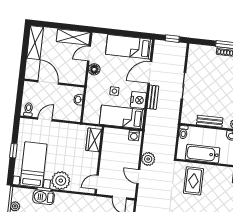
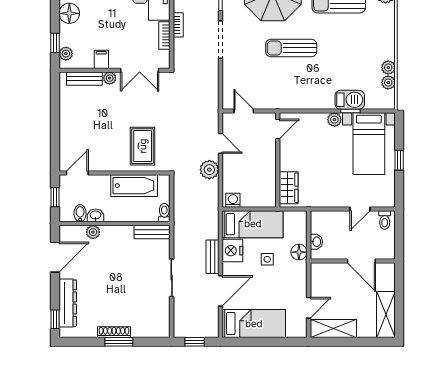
floor lamp: (94, 69) -> (299, 252), moved
bench: (210, 121) -> (152, 232), moved
plant: (61, 181) -> (334, 120), width x0.53, depth x0.53

